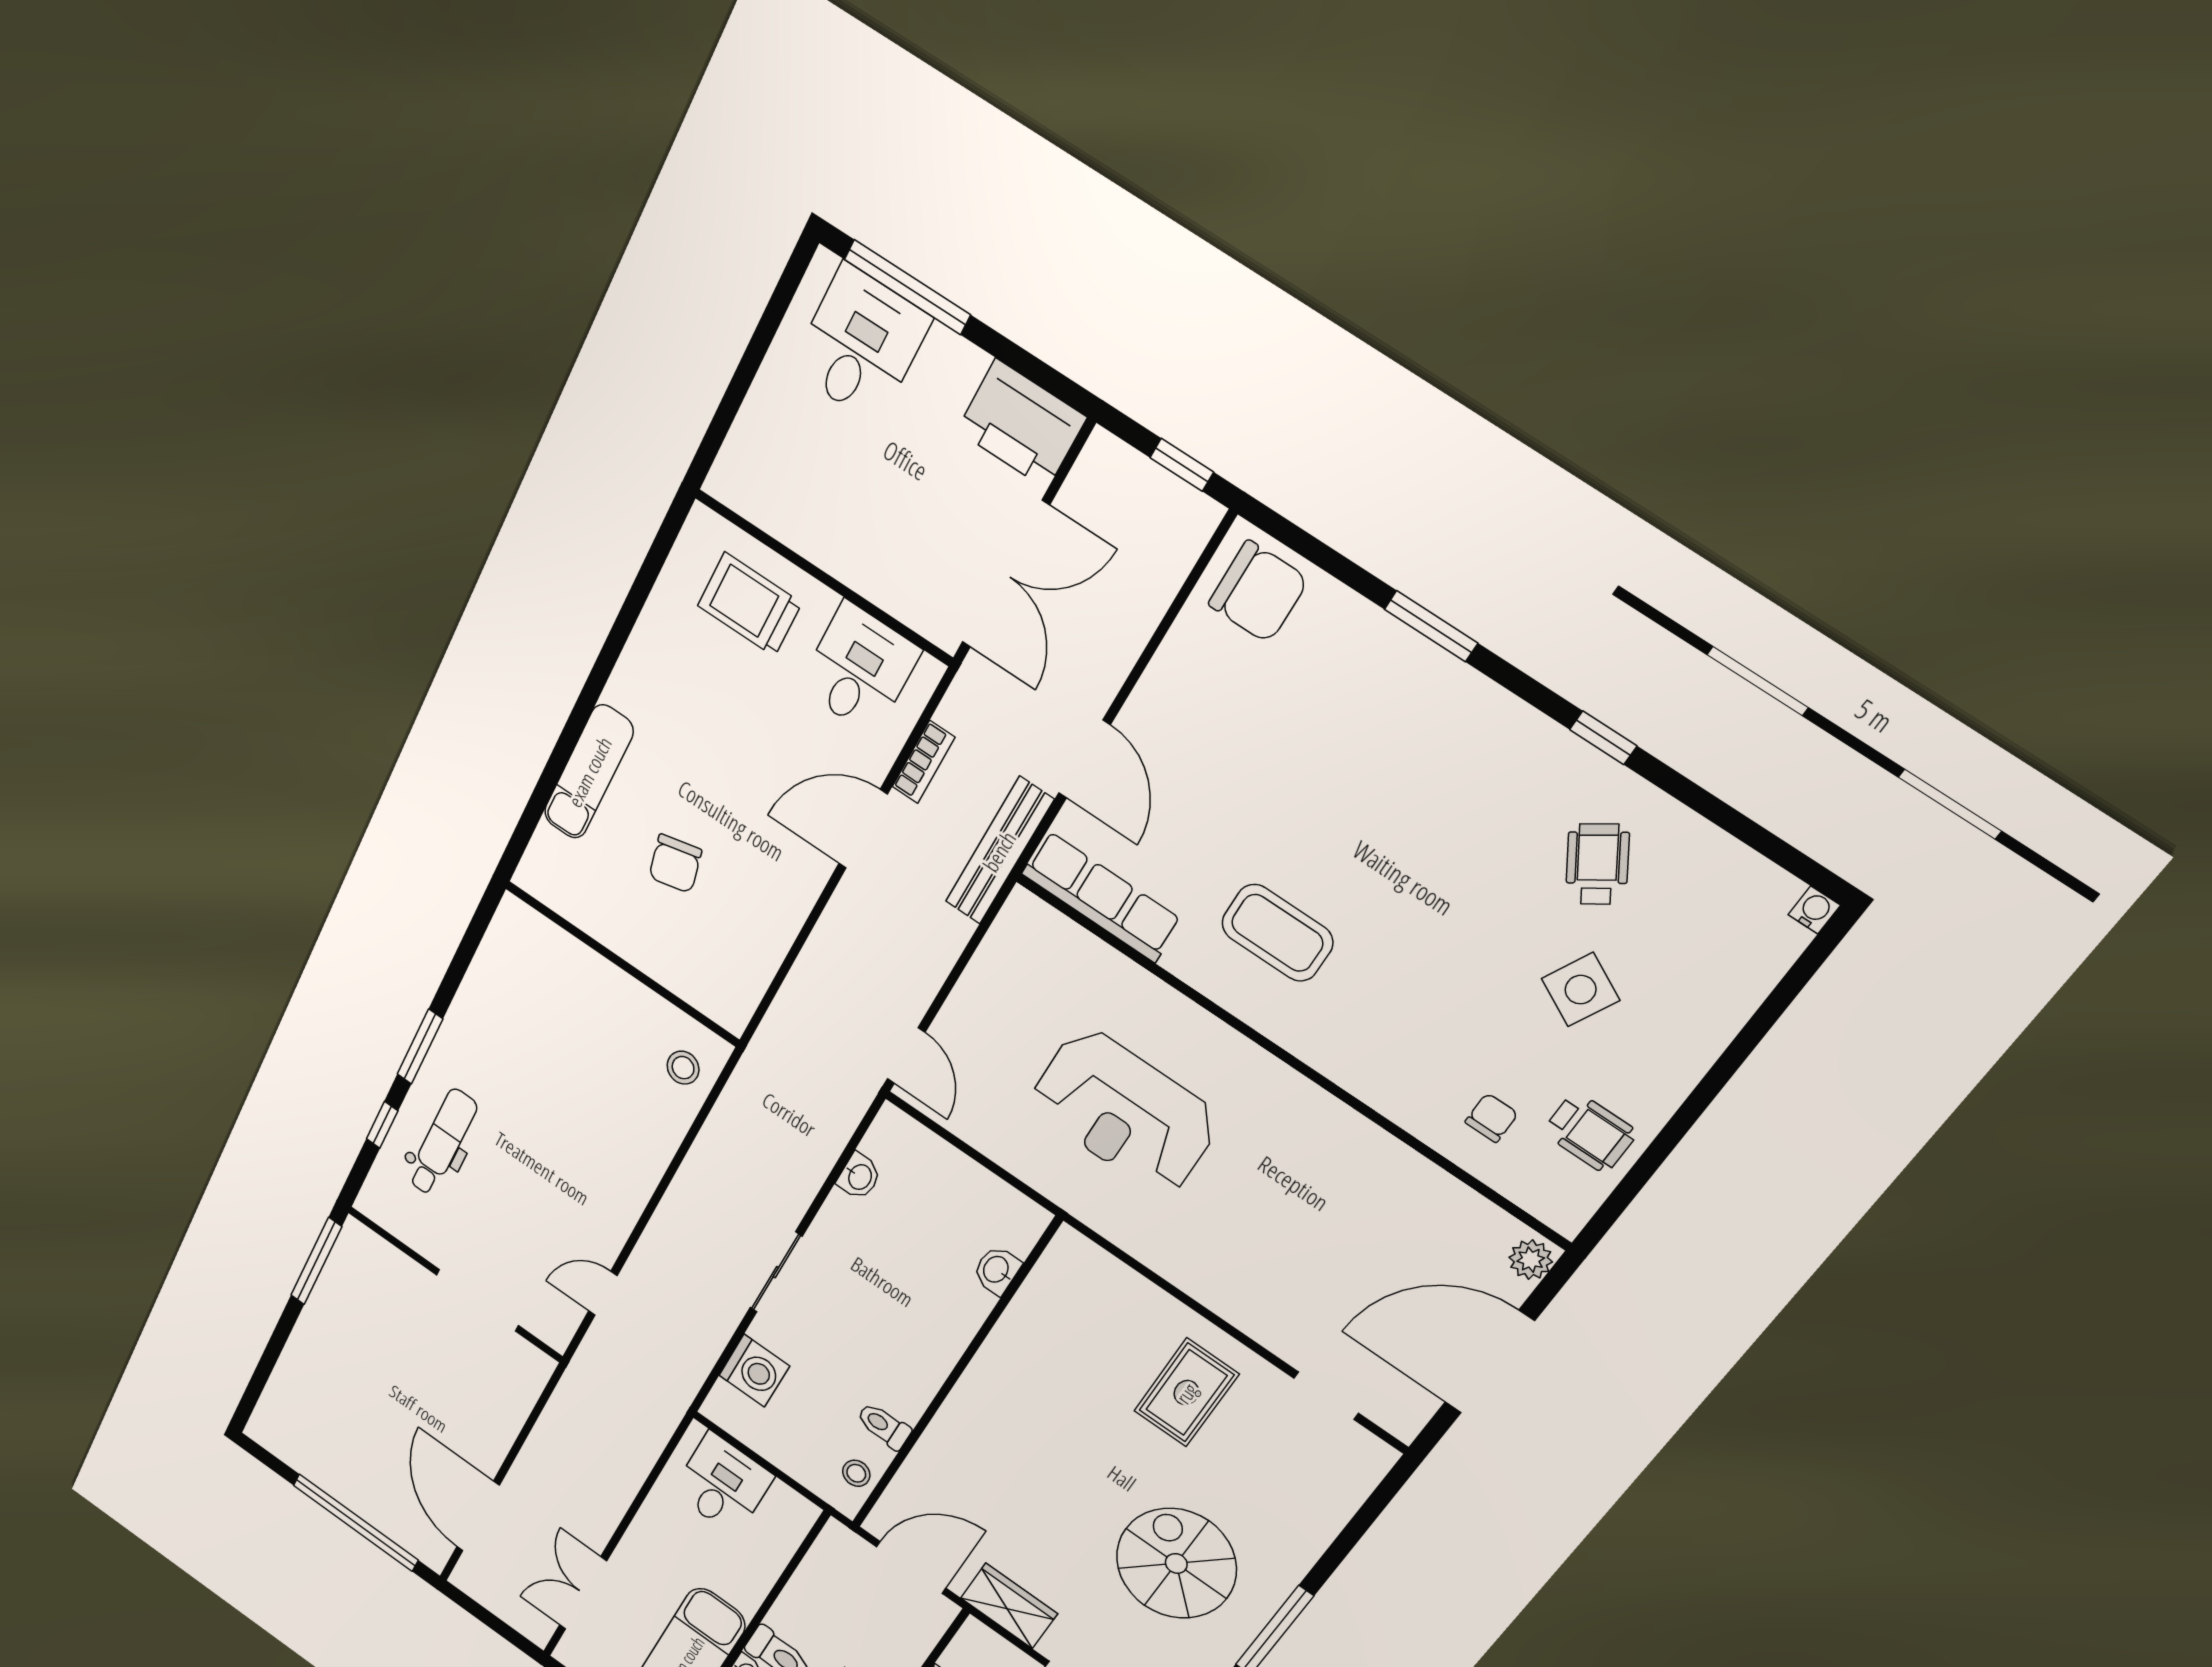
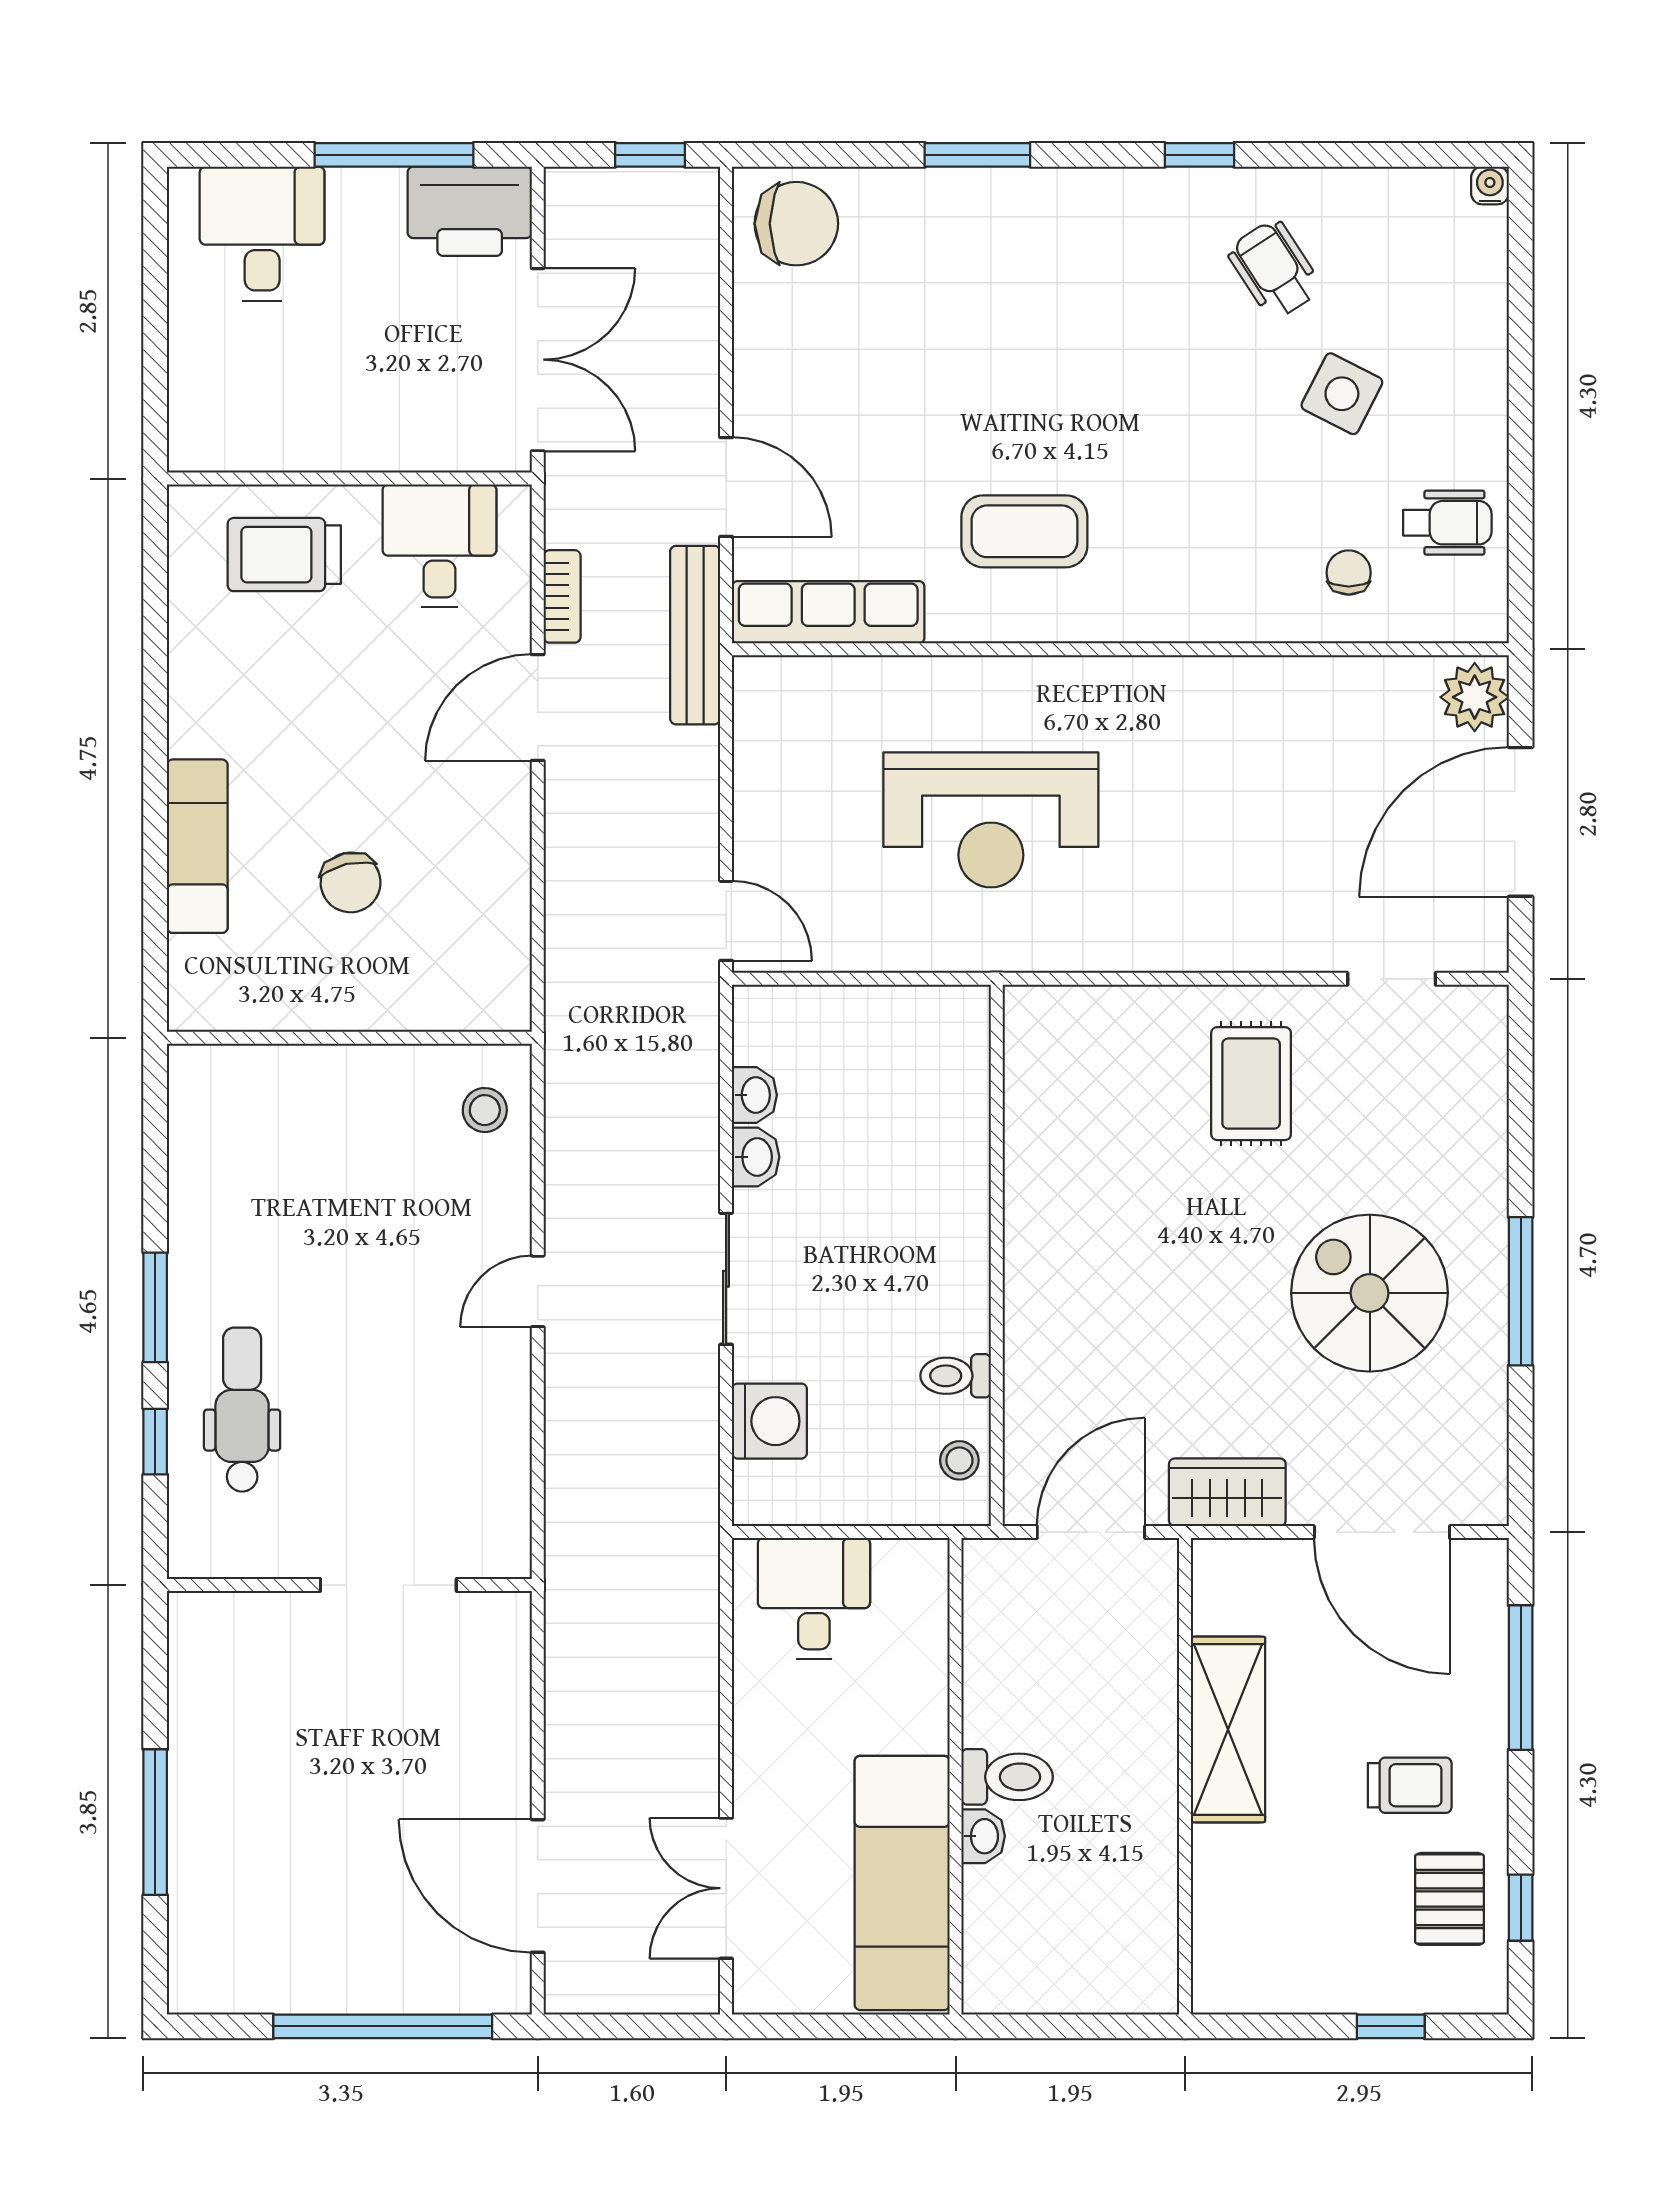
window: (907, 287) -> (394, 155), moved
plant: (1531, 1260) -> (1475, 697), width x1.38, depth x1.38
window: (316, 1261) -> (155, 1822), moved
washbasin: (997, 1270) -> (756, 1157), moved, turned 180
door: (603, 1293) -> (538, 1291), moved

